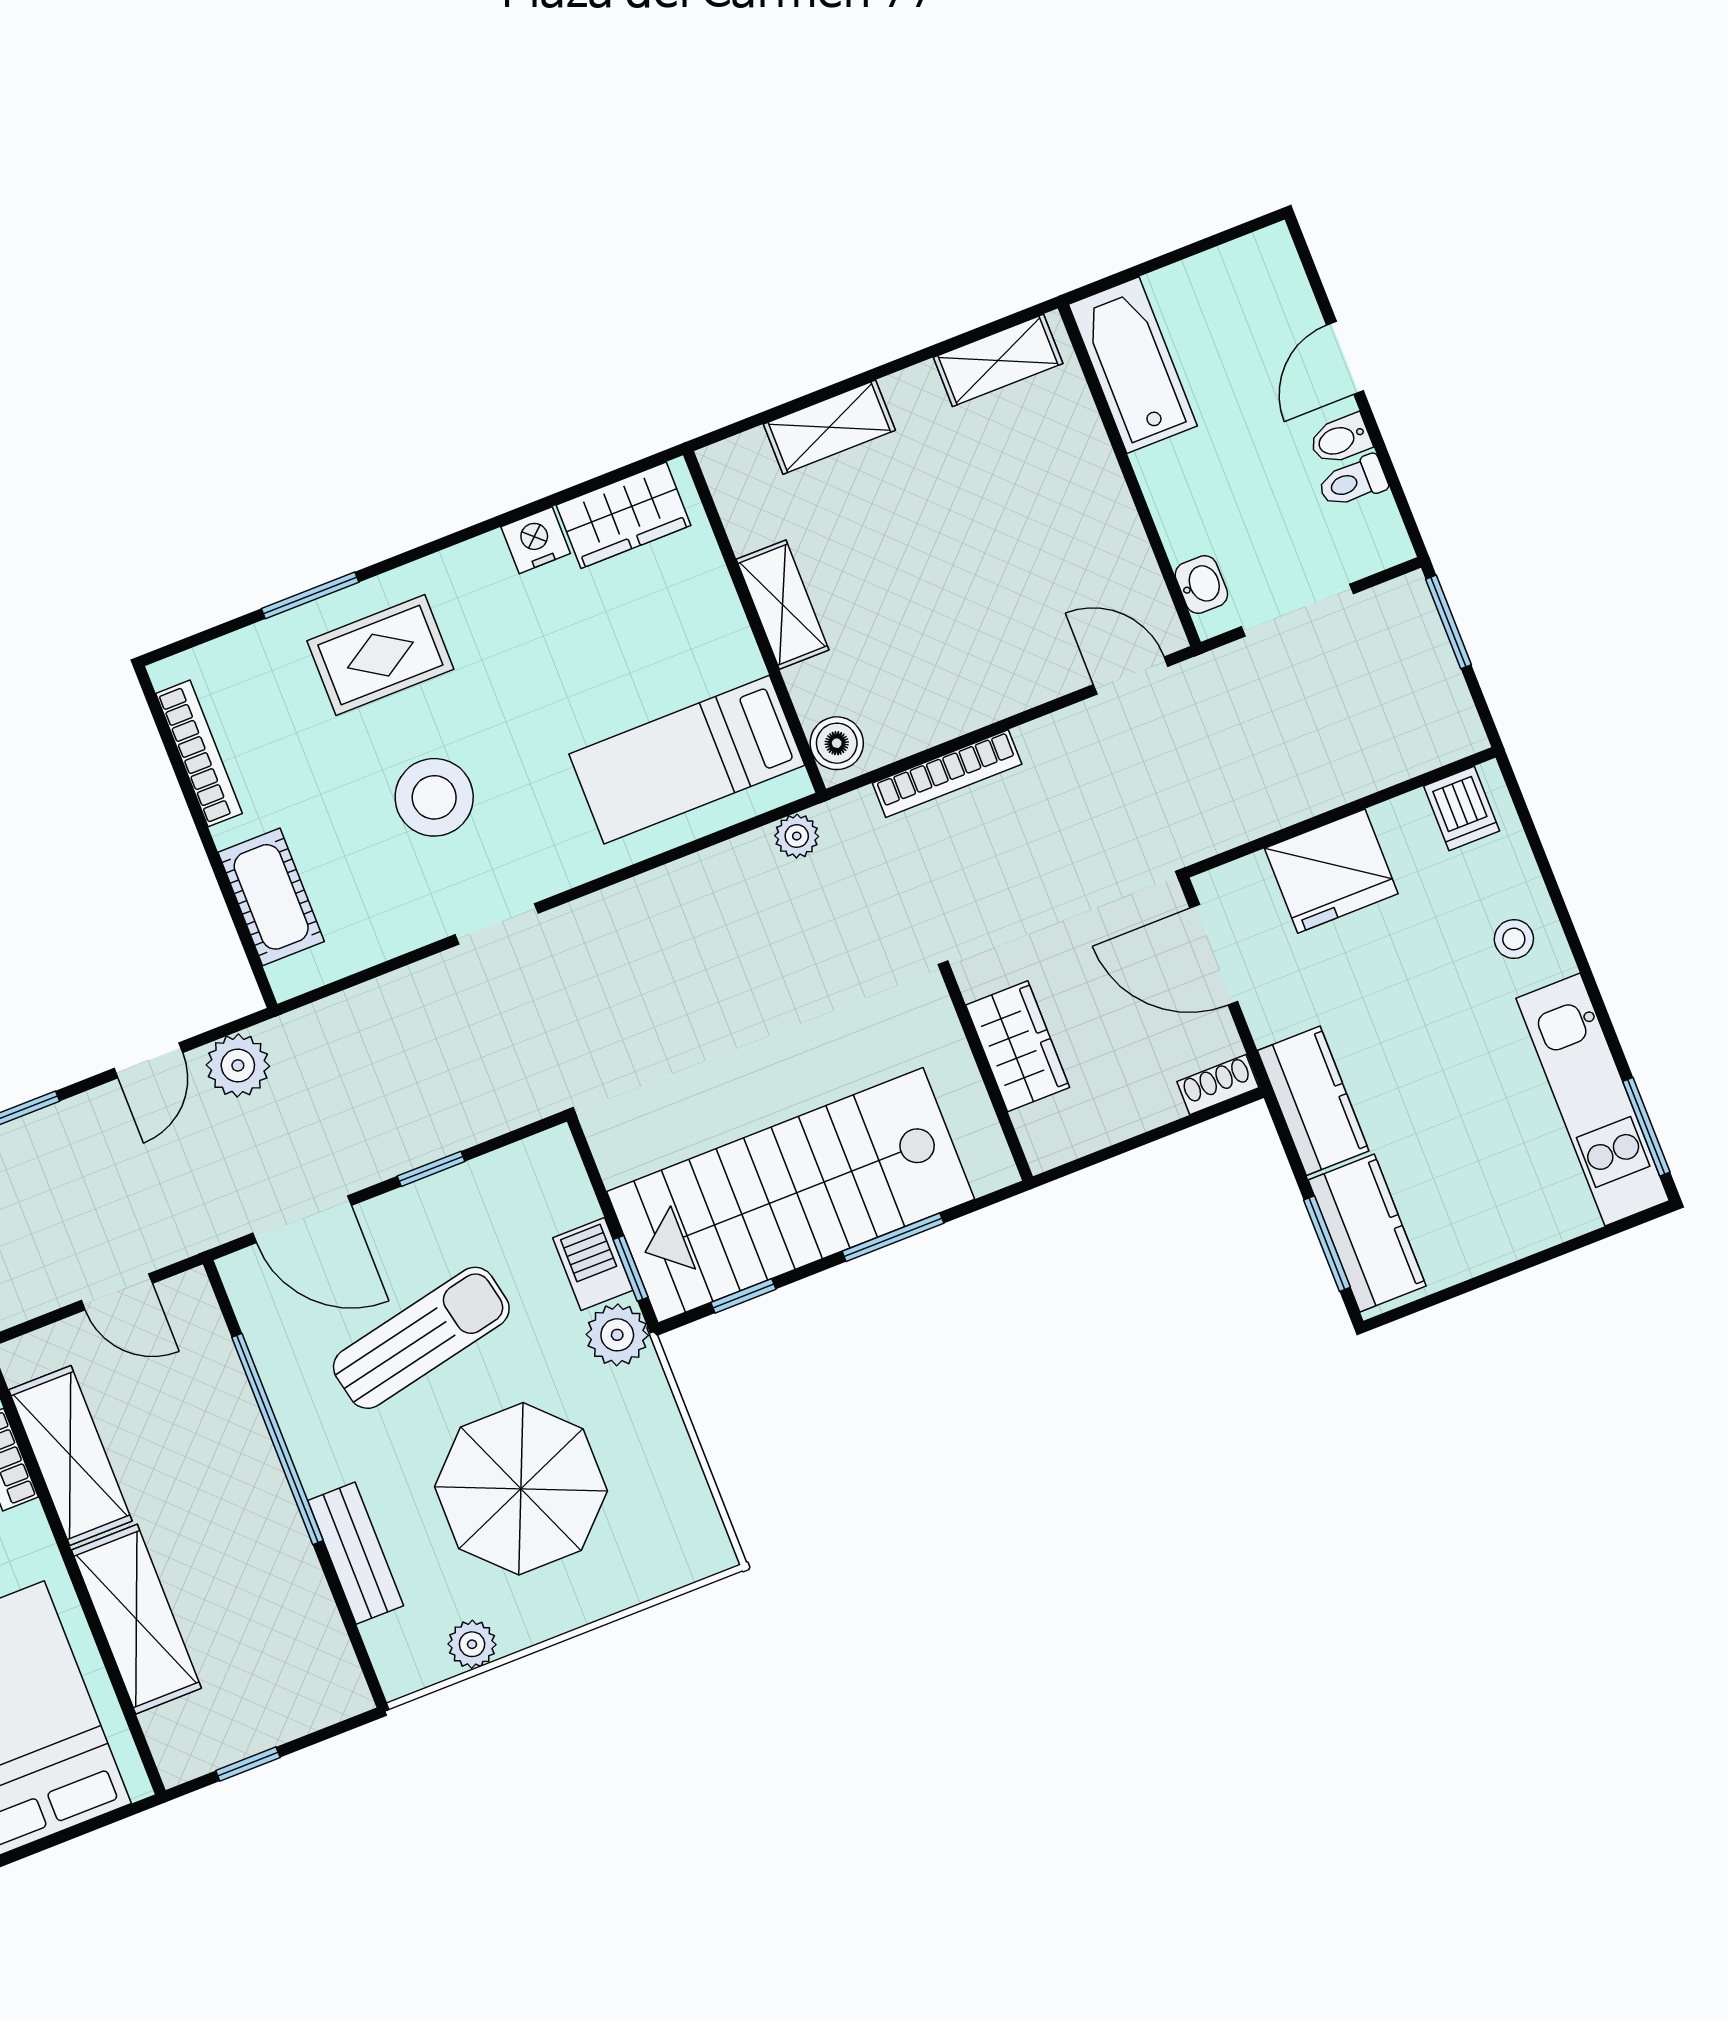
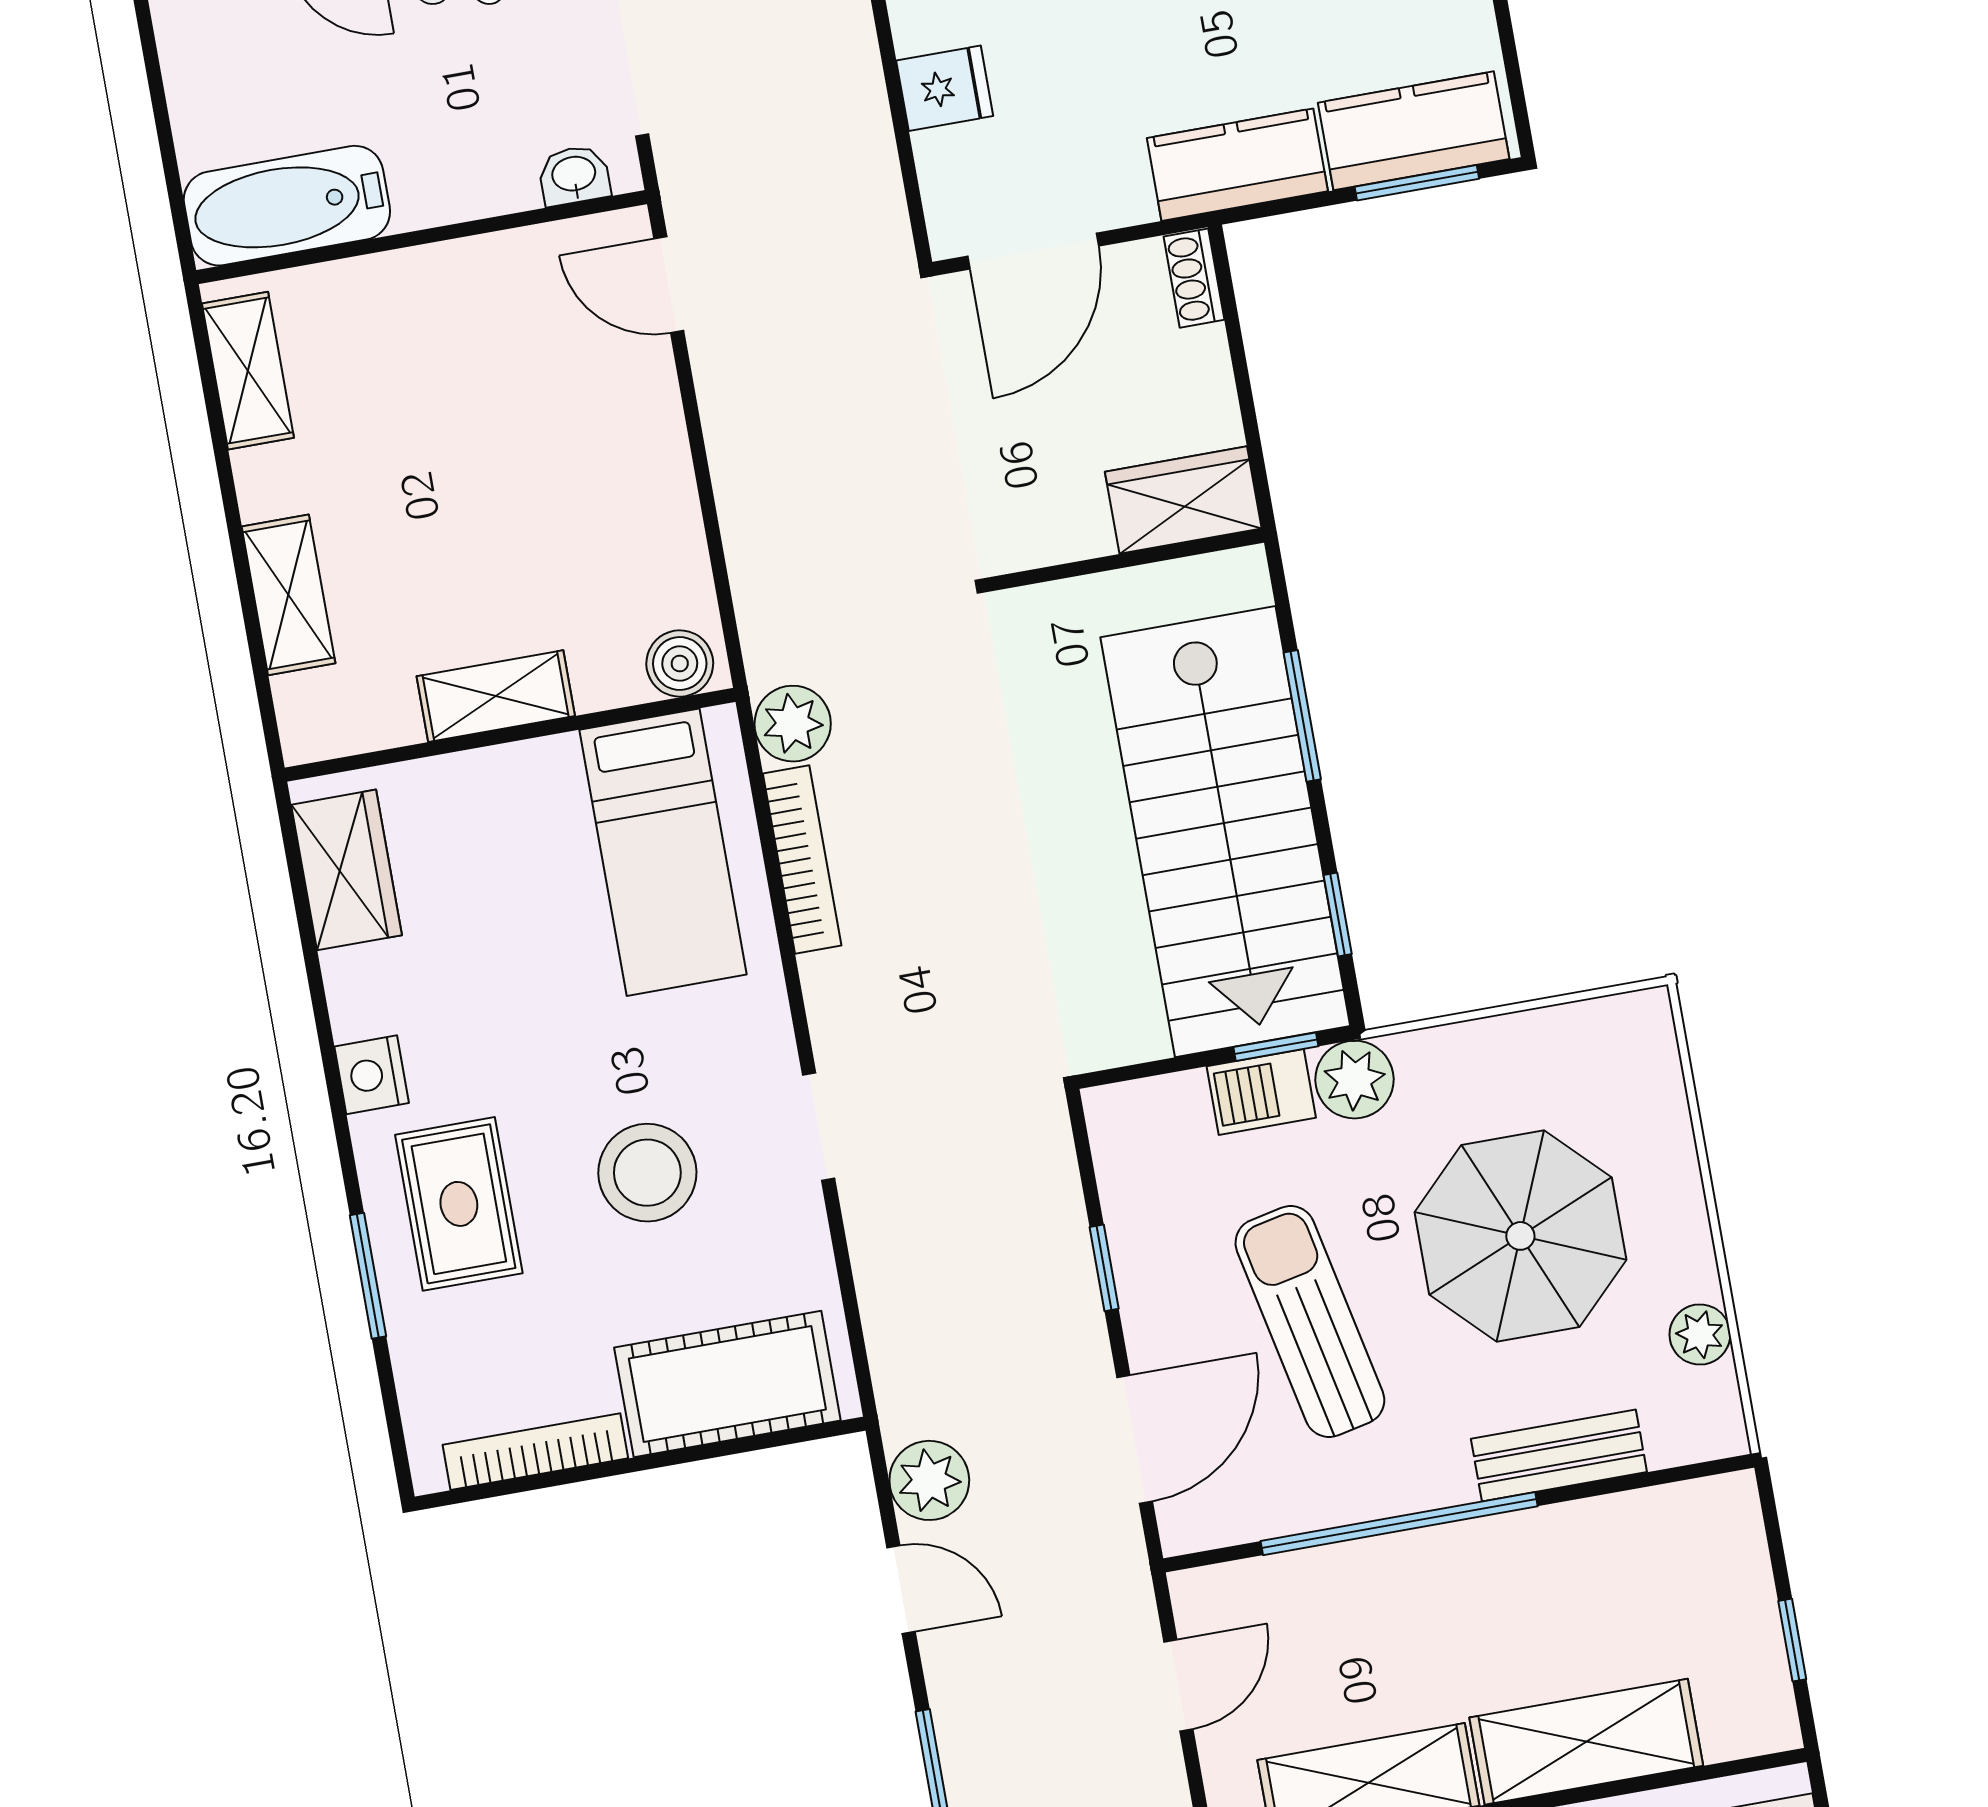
nightstand: (536, 540) -> (372, 1075), moved
door: (1131, 675) -> (669, 285), hinge flipped
bookcase: (947, 774) -> (802, 859), moved
plant: (797, 836) -> (793, 724), width x1.38, depth x1.38
fridge: (1331, 871) -> (945, 88), width x0.53, depth x0.75
cot: (271, 897) -> (727, 1384), width x1.37, depth x1.34
wardrobe: (1018, 1046) -> (1183, 500), moved

